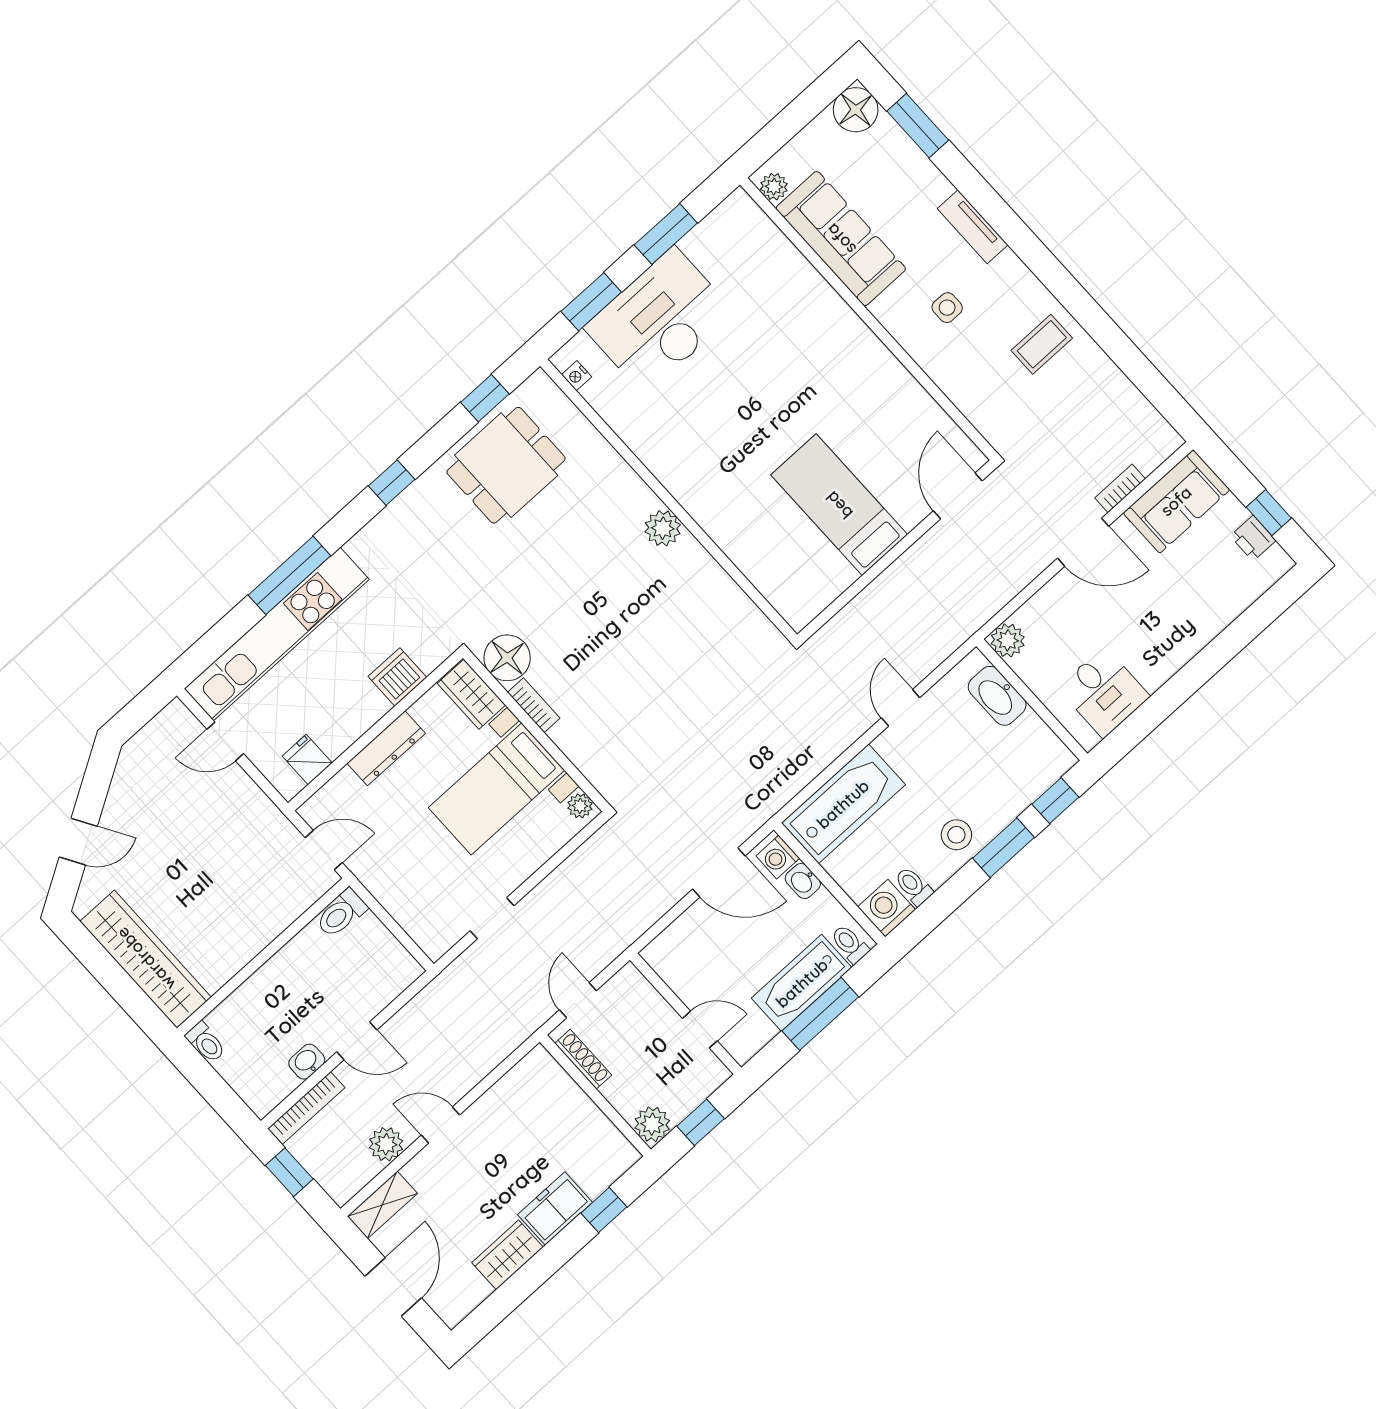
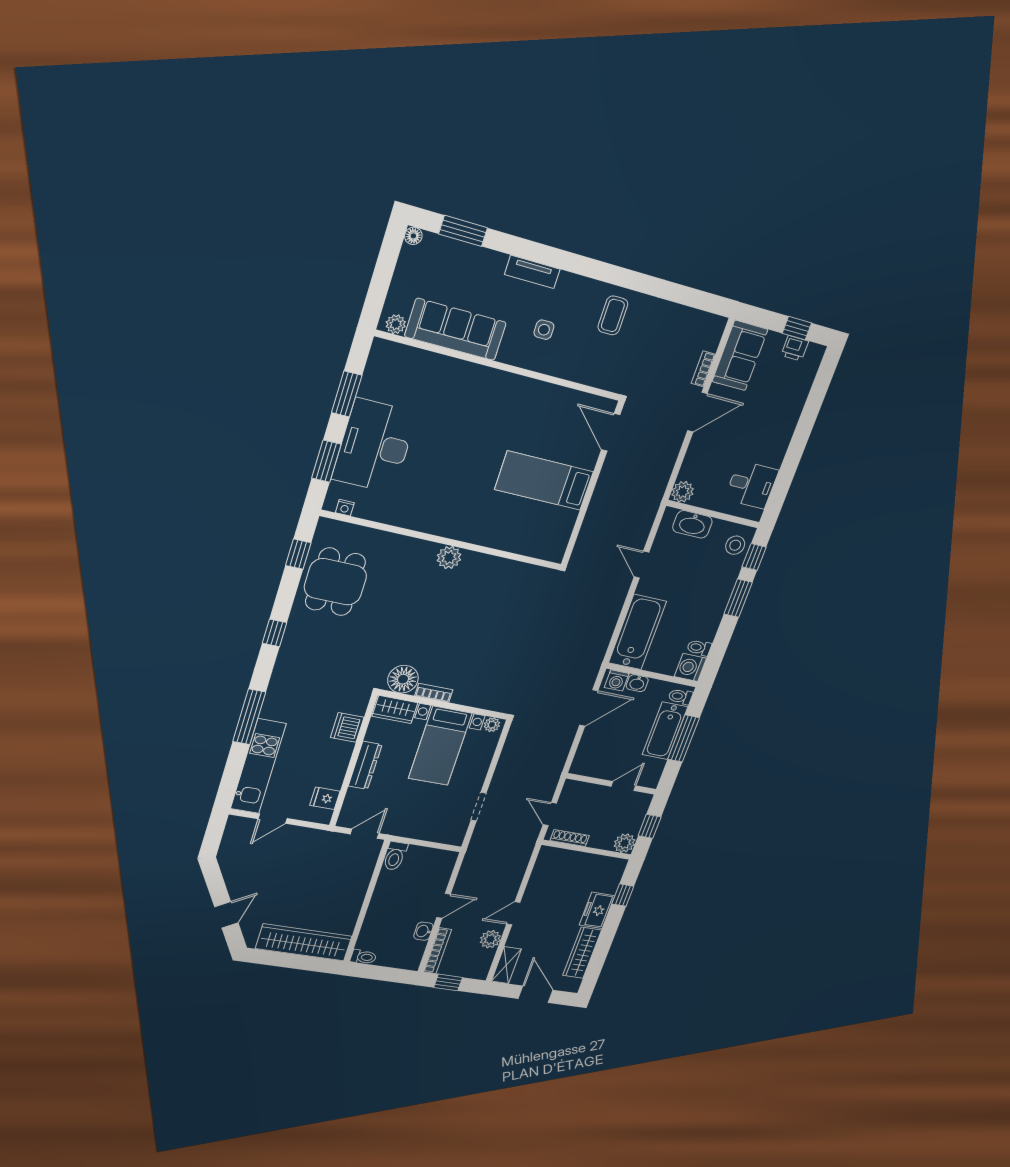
floor lamp: (856, 110) -> (413, 236), width x0.53, depth x0.53
kitchen unit: (277, 634) -> (258, 766), width x0.73
stool: (956, 835) -> (735, 545), moved
wardrobe: (507, 1255) -> (582, 953), width x1.50

